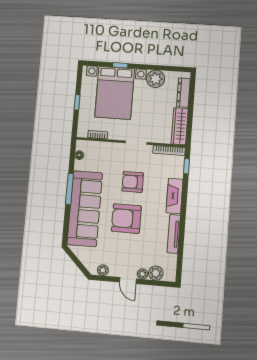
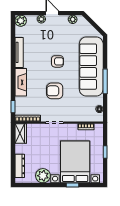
wardrobe: (180, 126) -> (21, 133), width x0.67
armchair: (133, 182) -> (55, 91), turned 180
armchair: (126, 219) -> (57, 61), width x0.53, depth x0.53
plant: (156, 273) -> (21, 21), moved

